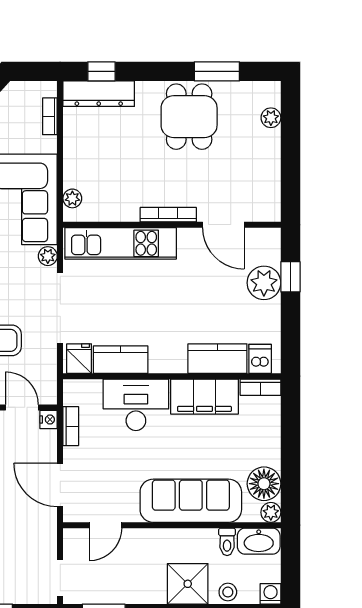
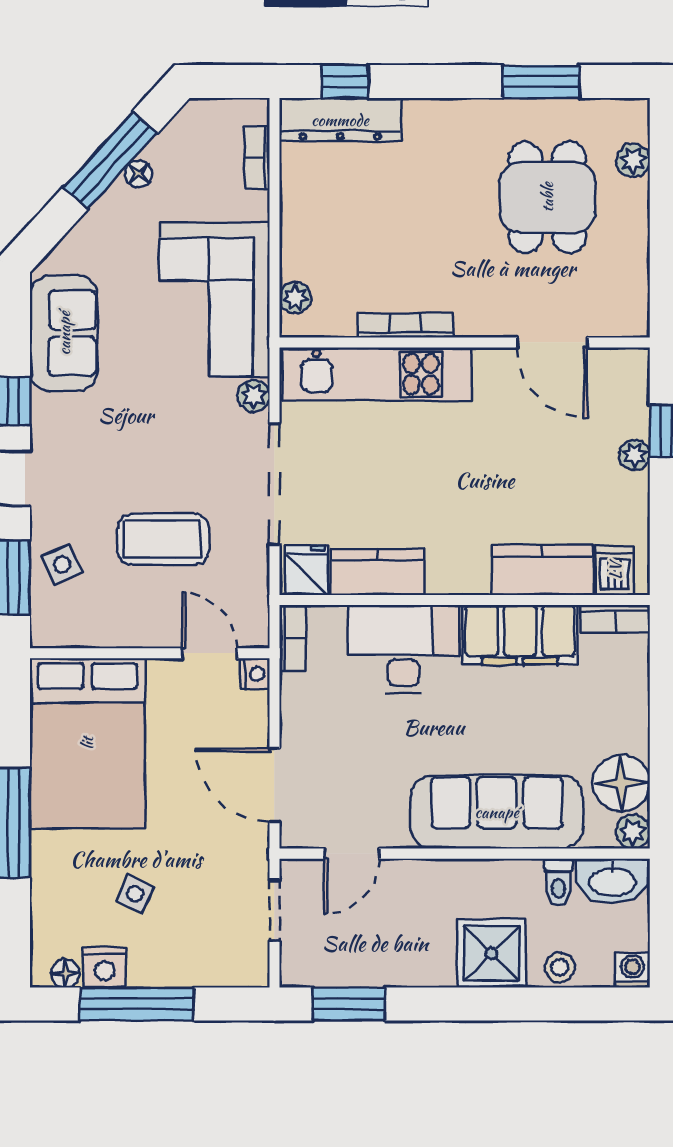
dining table: (189, 117) -> (547, 197), moved
bookcase: (168, 215) -> (405, 325), moved
plant: (264, 283) -> (635, 455), width x0.53, depth x0.53
bookcase: (71, 426) -> (293, 638), moved
doorway: (60, 578) -> (274, 911), moved

